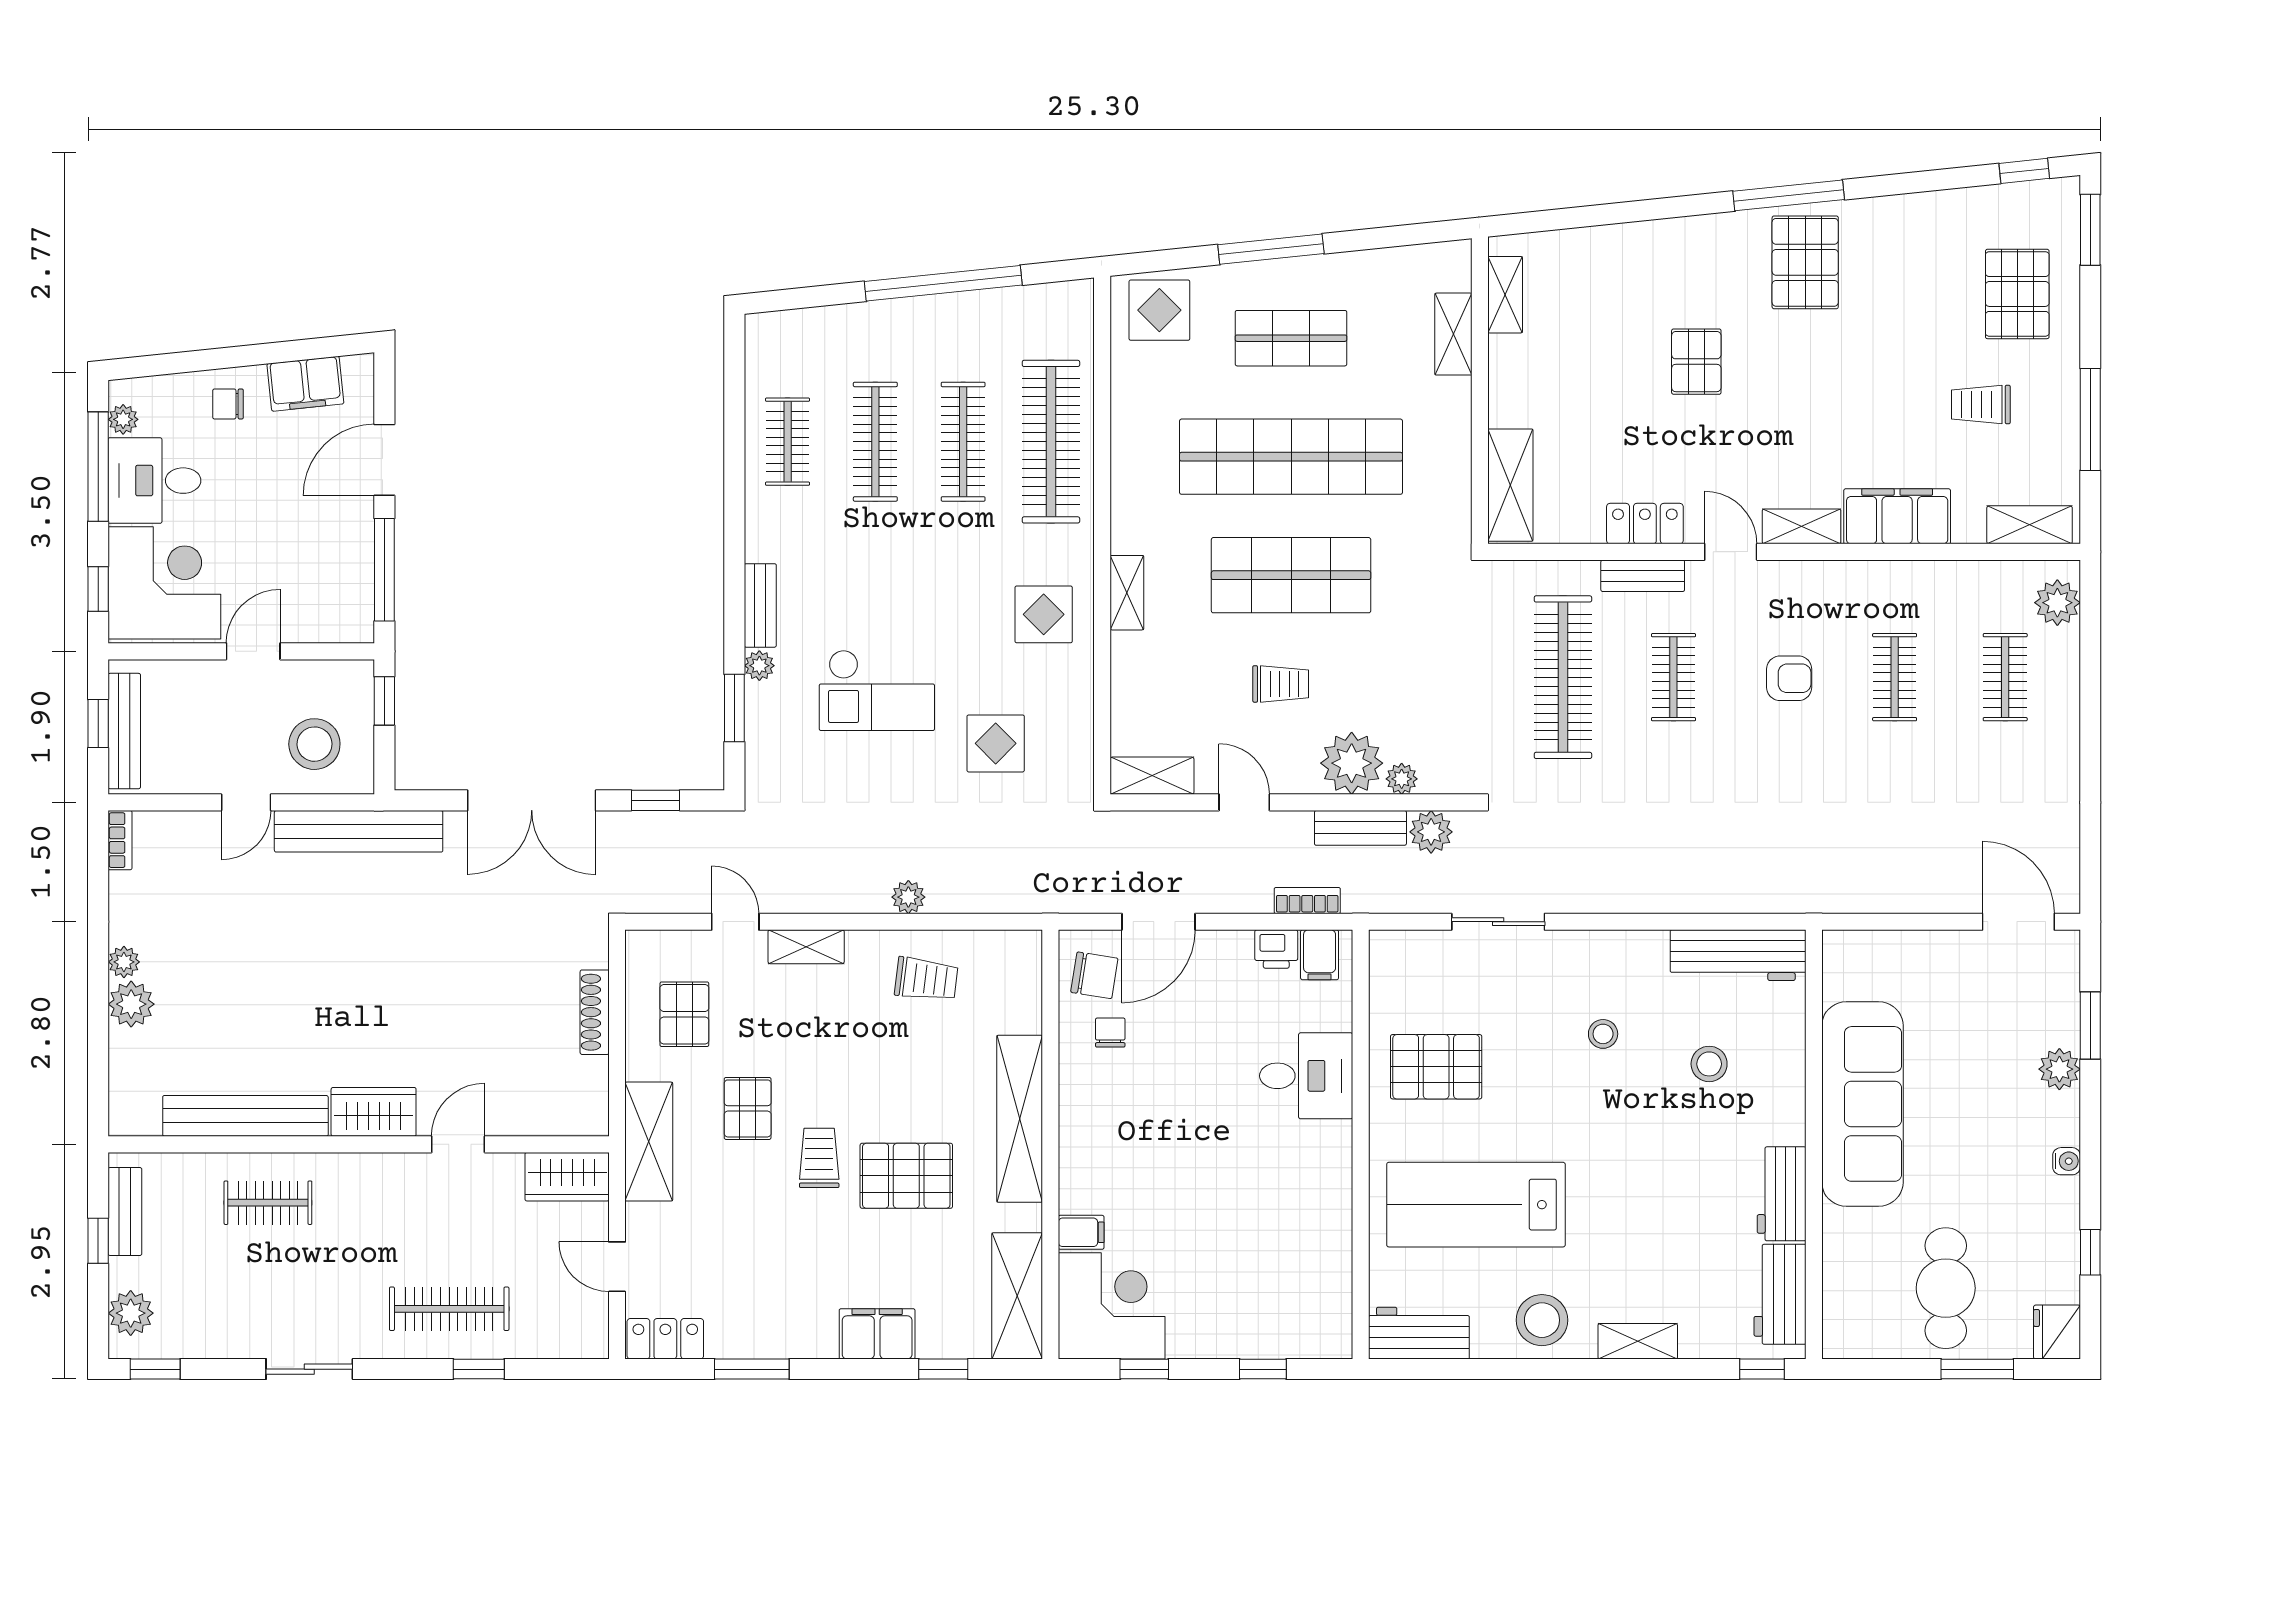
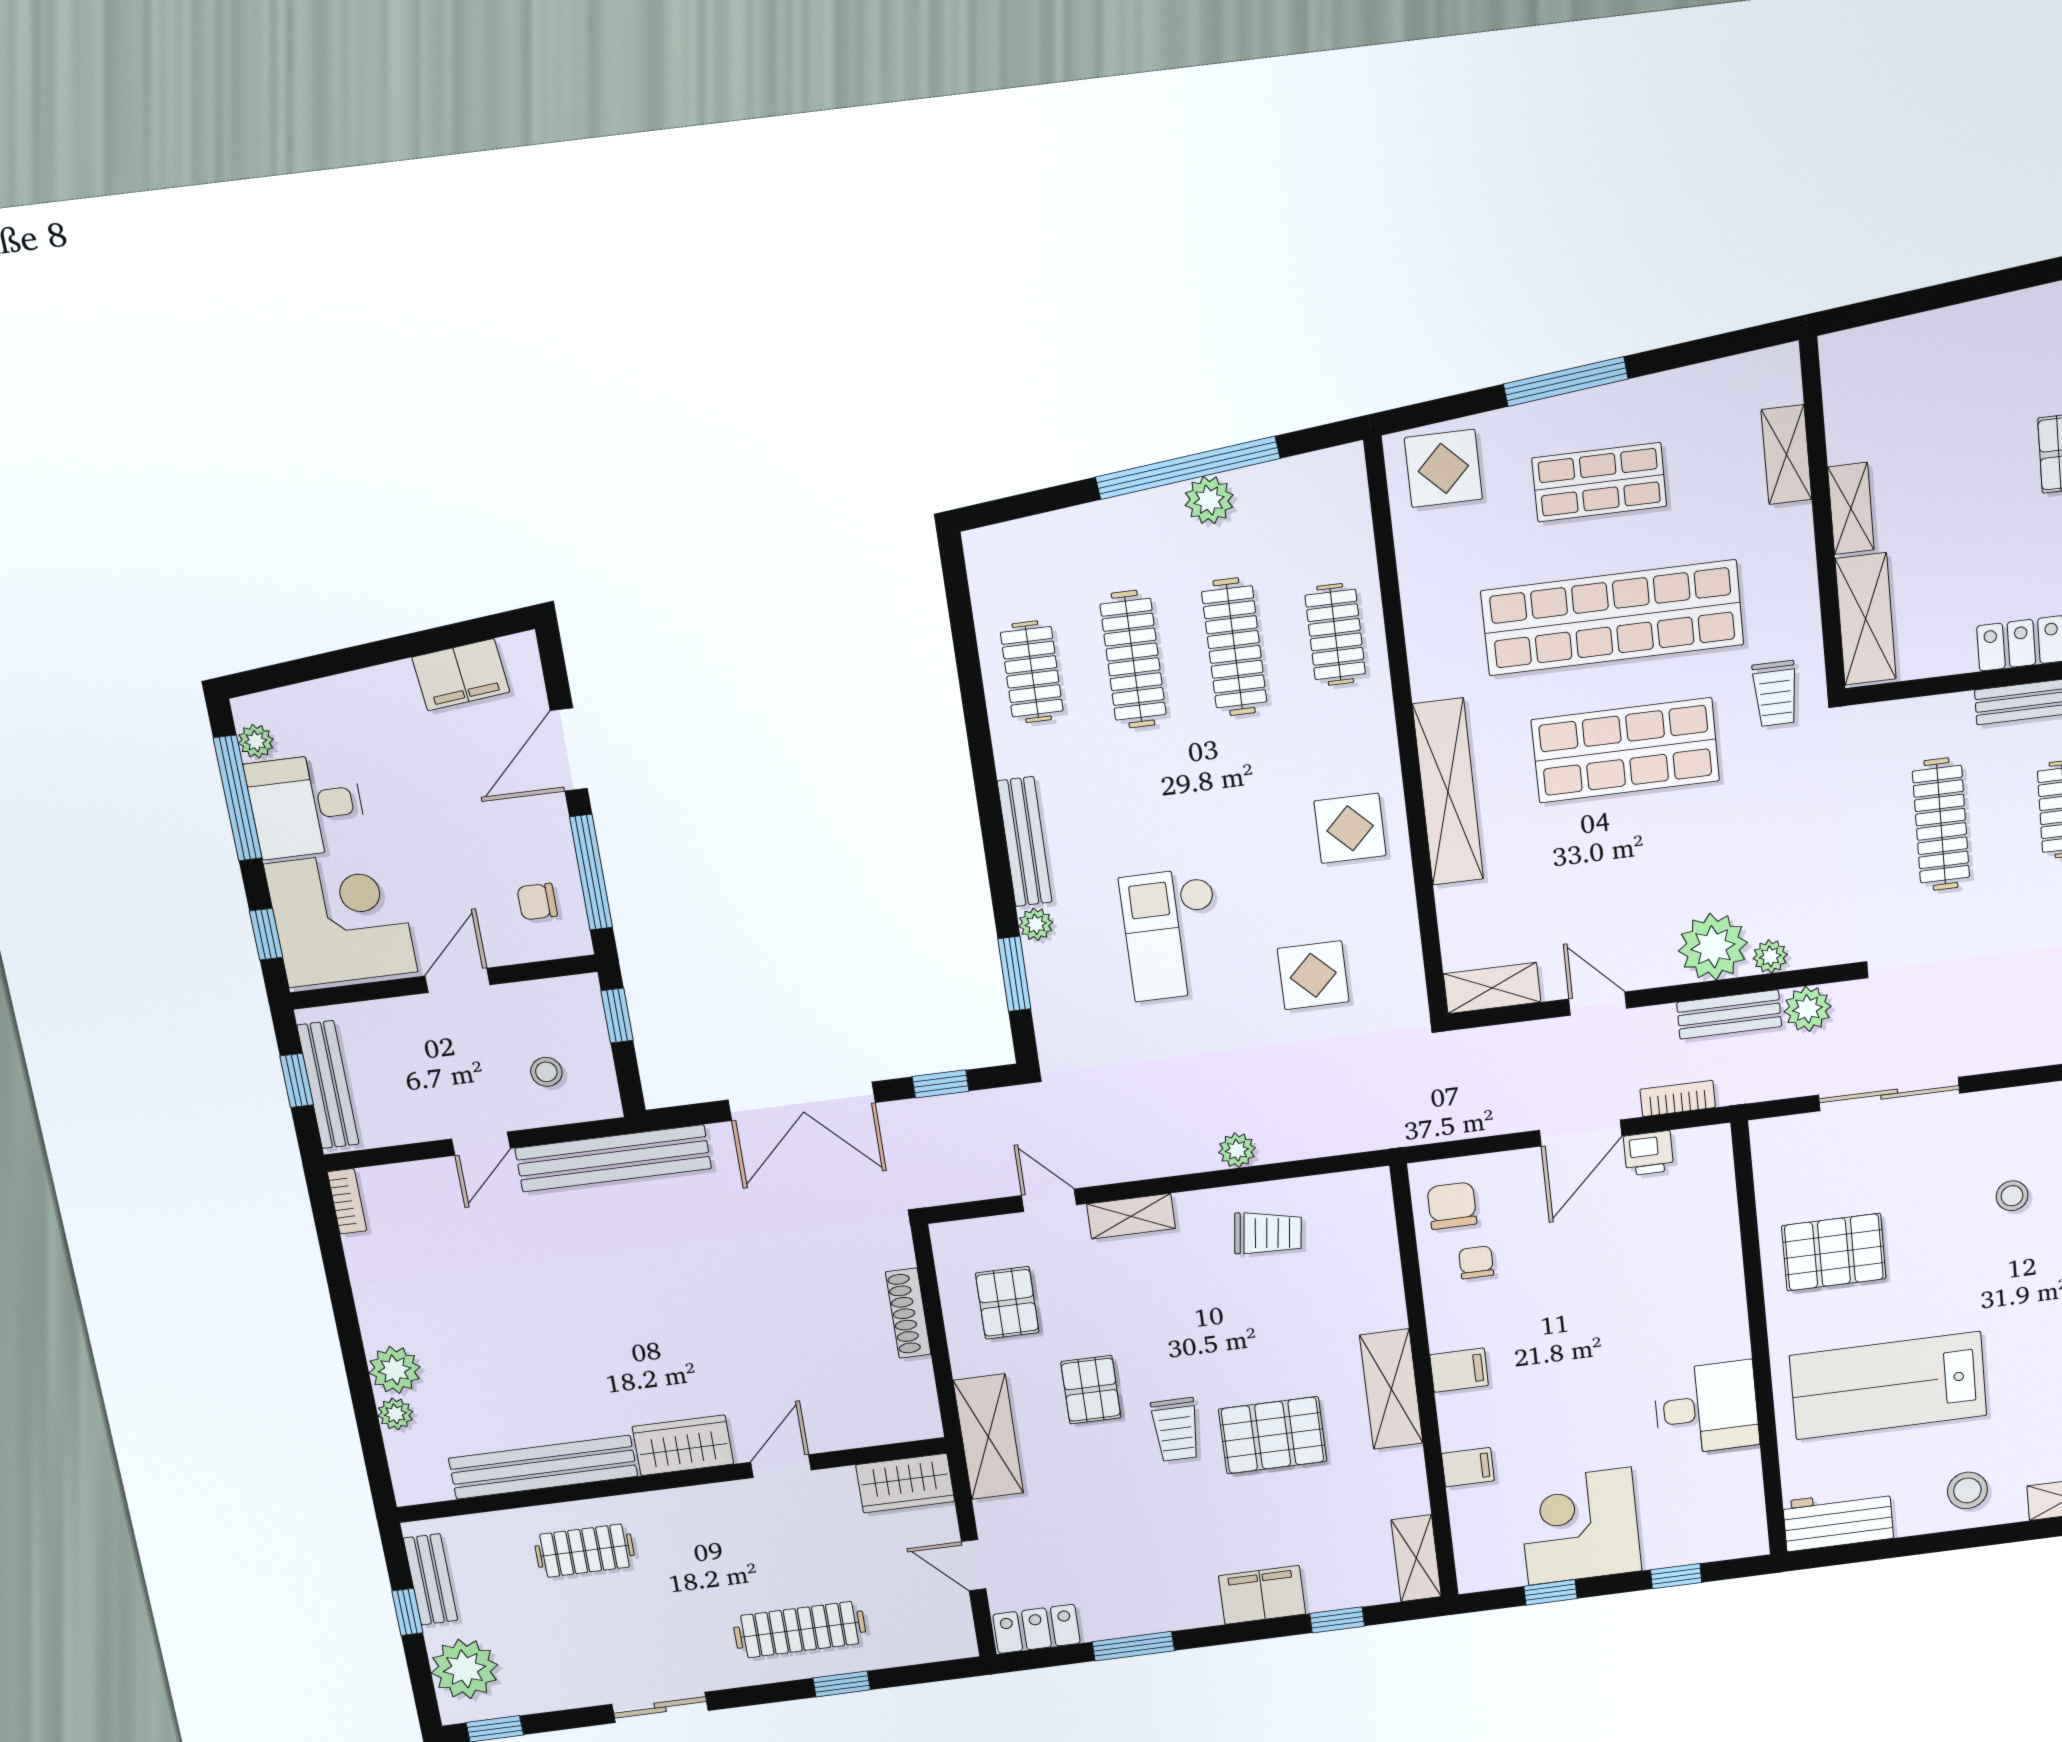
shelving: (1505, 295) -> (1851, 508), moved
plant: (958, 313) -> (1209, 500), added
chair: (228, 404) -> (537, 902), moved
clothes rail: (1051, 442) -> (1335, 635), width x0.54, depth x0.76
shelving: (1127, 593) -> (1448, 792), width x2.20, depth x1.33
bench: (760, 605) -> (1025, 842), width x1.36
clothes rail: (1563, 677) -> (1941, 824), width x0.73, depth x0.76
trolley: (1281, 684) -> (1775, 694), moved, turned 90
checkout: (877, 690) -> (1172, 935), turned 90
stool: (314, 744) -> (546, 1072), width x0.53, depth x0.53
door: (1158, 922) -> (1581, 1133), moved
sliding door: (1498, 922) -> (1889, 1094), width x1.37
filing cabinet: (1320, 955) -> (1459, 1370), moved, turned -90
plant: (124, 962) -> (395, 1414), moved
chair: (1094, 975) -> (1452, 1206), turned -99
desk: (1306, 1076) -> (1706, 1408), moved
shelving: (1020, 1119) -> (1391, 1389), width x0.68
trolley: (819, 1158) -> (1176, 1430), turned 180
shelving: (1017, 1296) -> (1416, 1558), width x0.67, depth x0.75
corner desk: (1112, 1306) -> (1580, 1526), moved, turned -90
plant: (131, 1313) -> (465, 1669), width x1.36, depth x1.36
stool: (1542, 1320) -> (1967, 1490), width x0.73, depth x0.73

